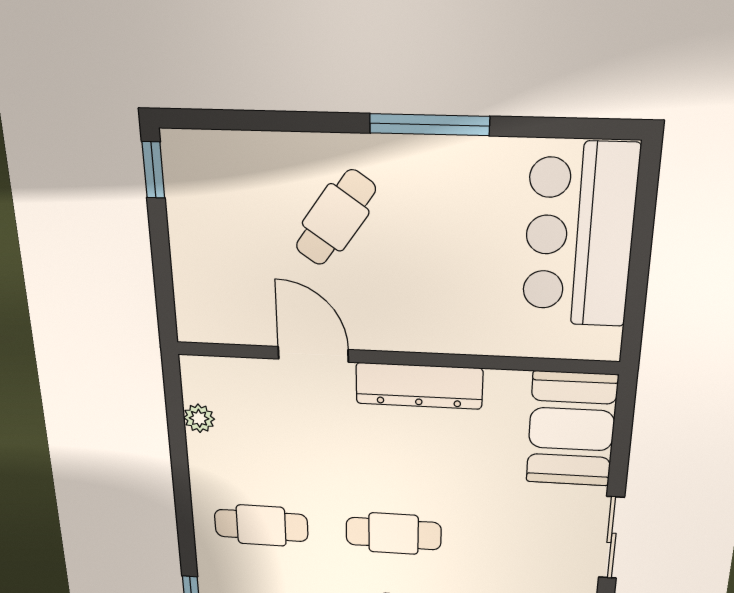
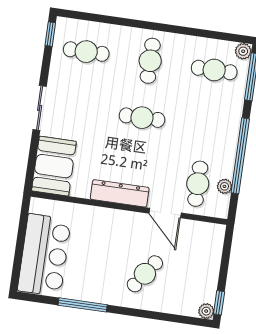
window: (429, 125) -> (83, 305), moved
plant: (178, 147) -> (206, 311), added
window: (181, 478) -> (240, 156), added
cafe table: (261, 525) -> (198, 184), moved, turned 90

